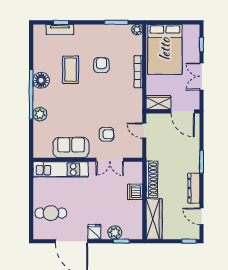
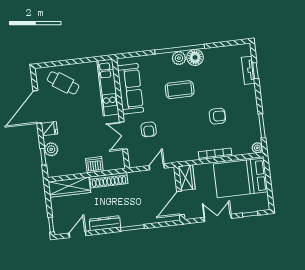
coffee table: (71, 70) -> (180, 90), moved
plant: (40, 114) -> (179, 58), moved
sofa: (71, 148) -> (130, 89), width x1.36
cafe table: (51, 213) -> (63, 83), turned -56

